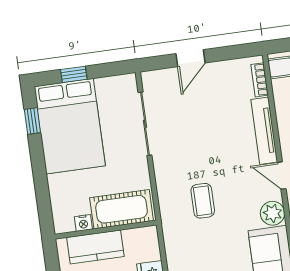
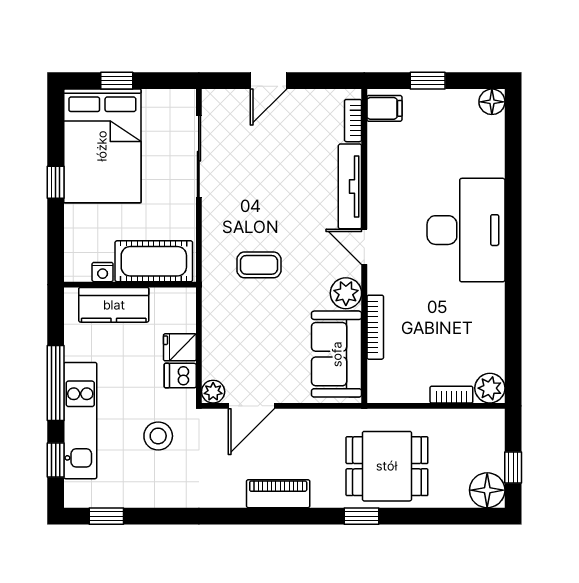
window: (32, 121) -> (56, 182), moved
coffee table: (203, 201) -> (259, 265), turned 90

